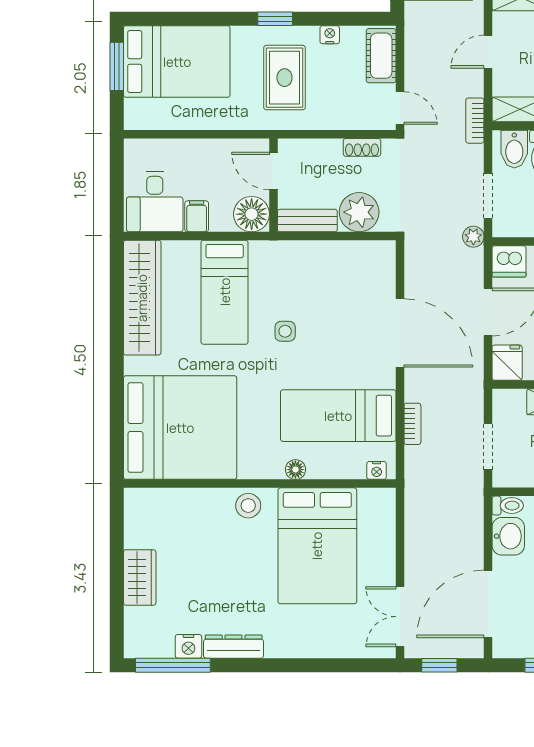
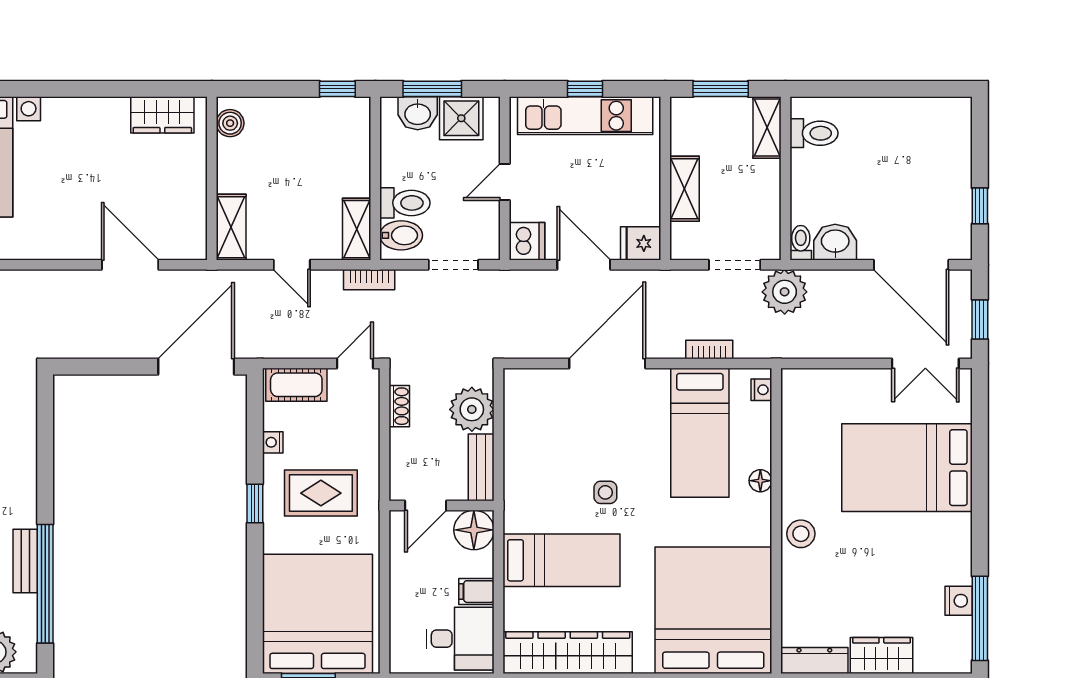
bed: (177, 62) -> (317, 614), width x1.36
plant: (473, 237) -> (785, 292), moved, width x1.87, depth x1.87
bed: (317, 546) -> (907, 468), moved, turned 180
dresser: (234, 647) -> (814, 660), moved, turned 90

